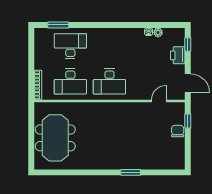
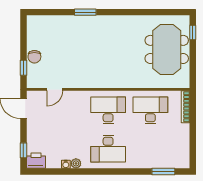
plant: (158, 32) -> (76, 163), moved
desk: (70, 46) -> (108, 149), moved
printer: (178, 55) -> (36, 161), moved, turned -90
window: (31, 154) -> (193, 32), added

